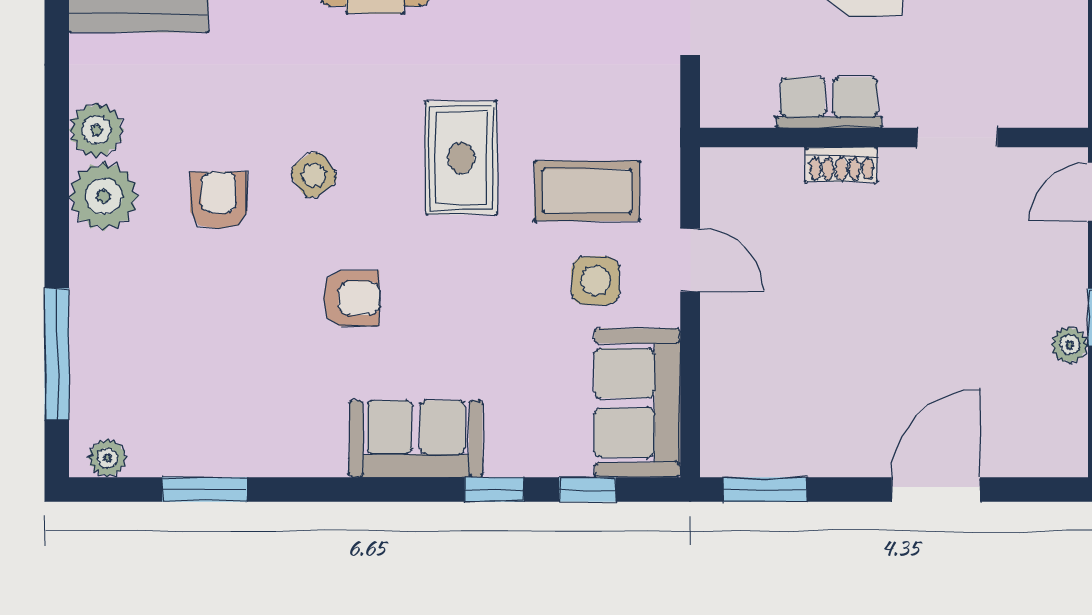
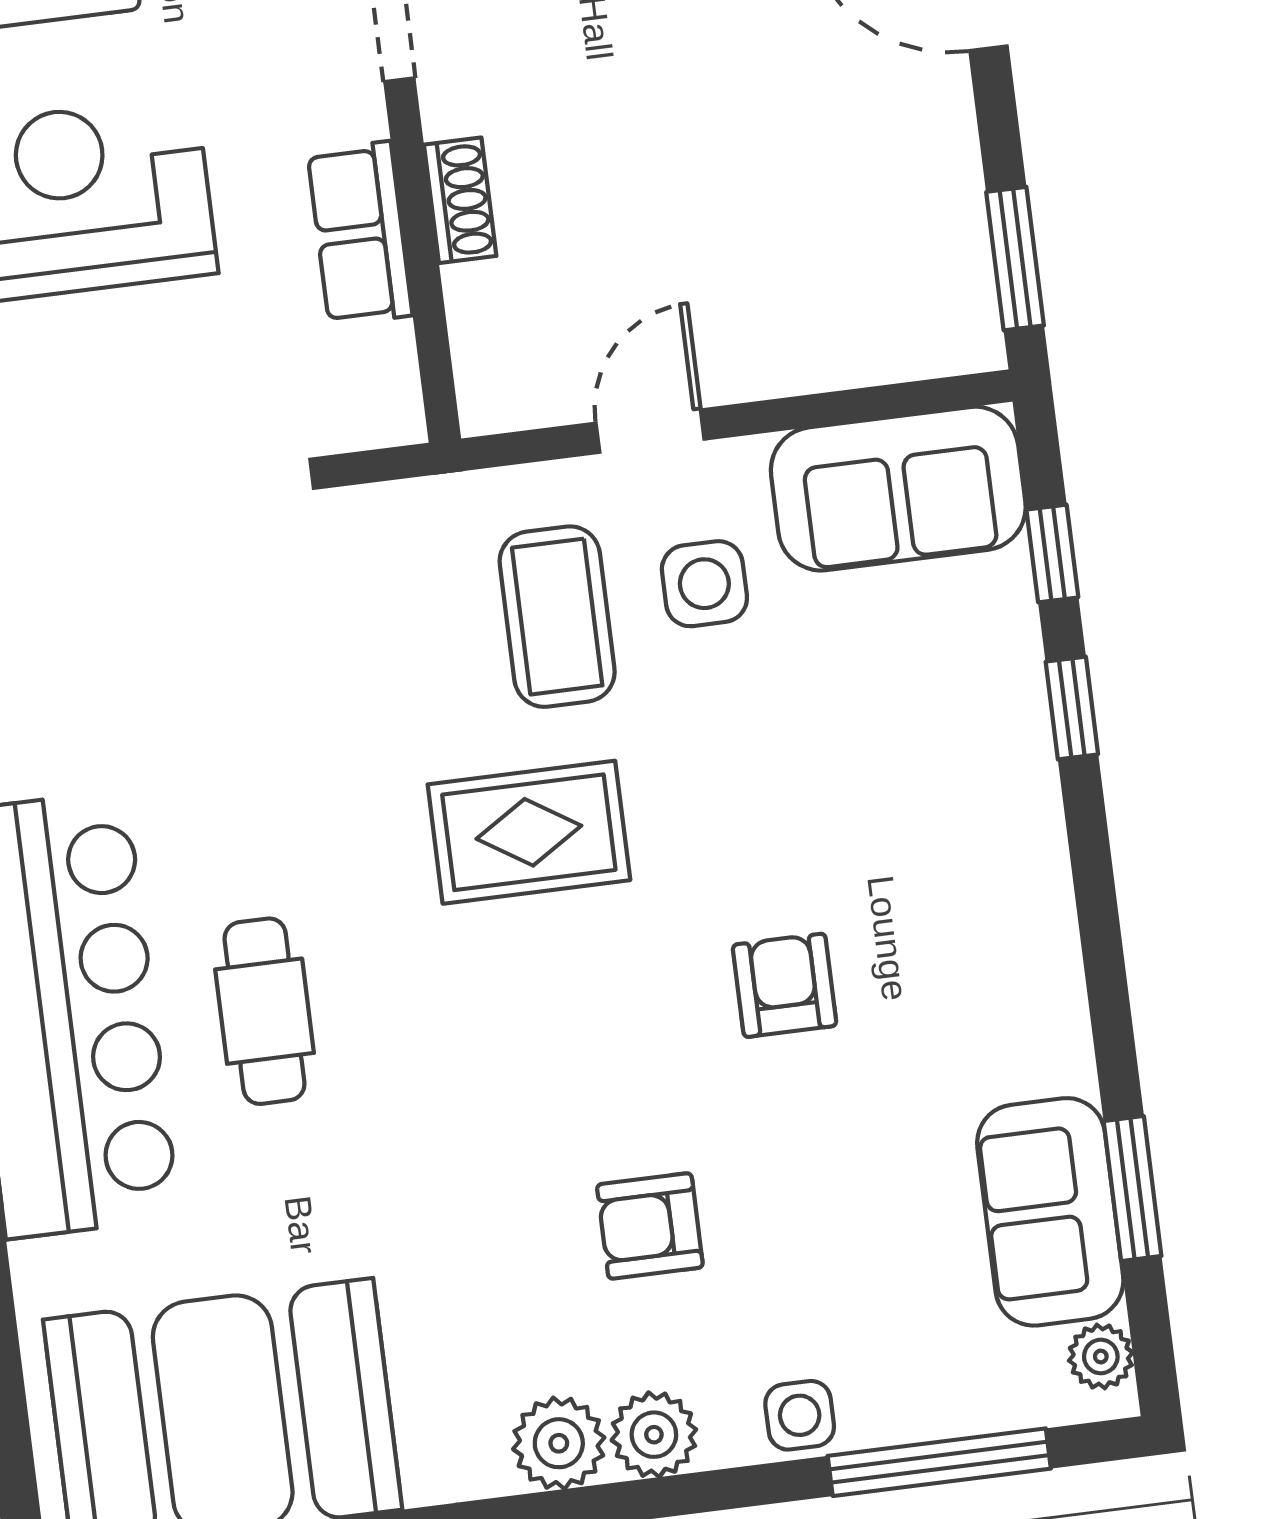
side table: (314, 175) -> (800, 1415), moved, turned 36
plant: (104, 196) -> (654, 1435), width x0.73, depth x0.73
sofa: (416, 439) -> (1050, 1212), moved

